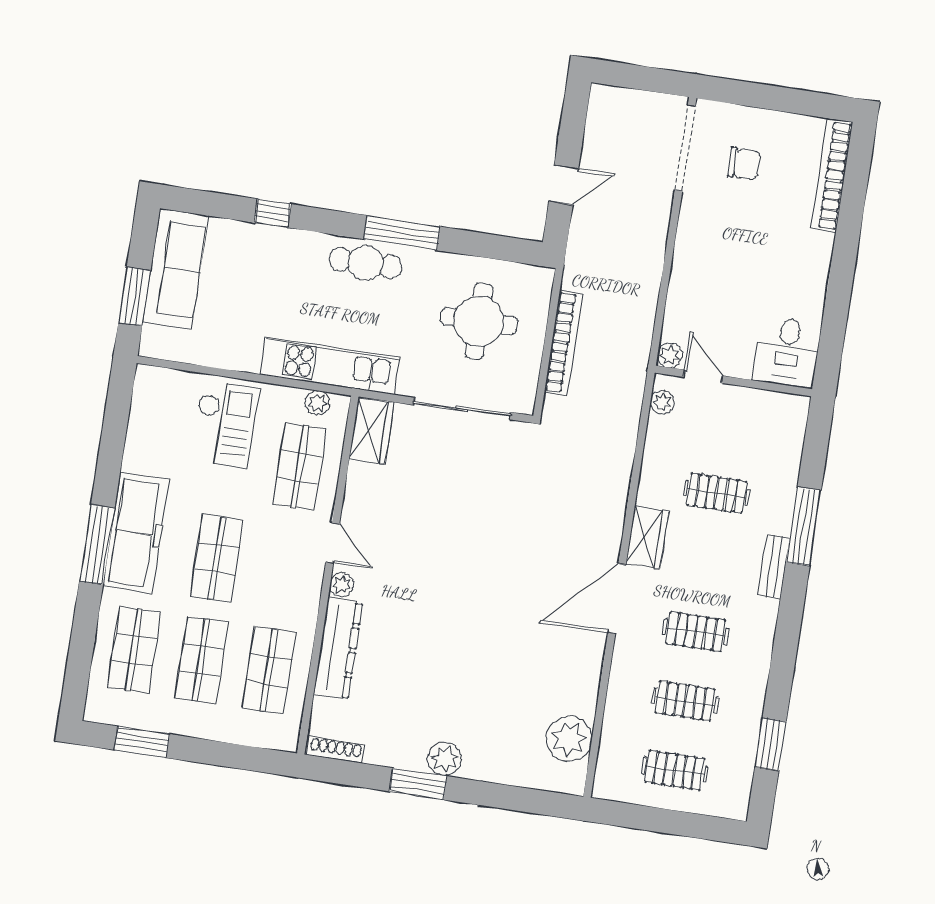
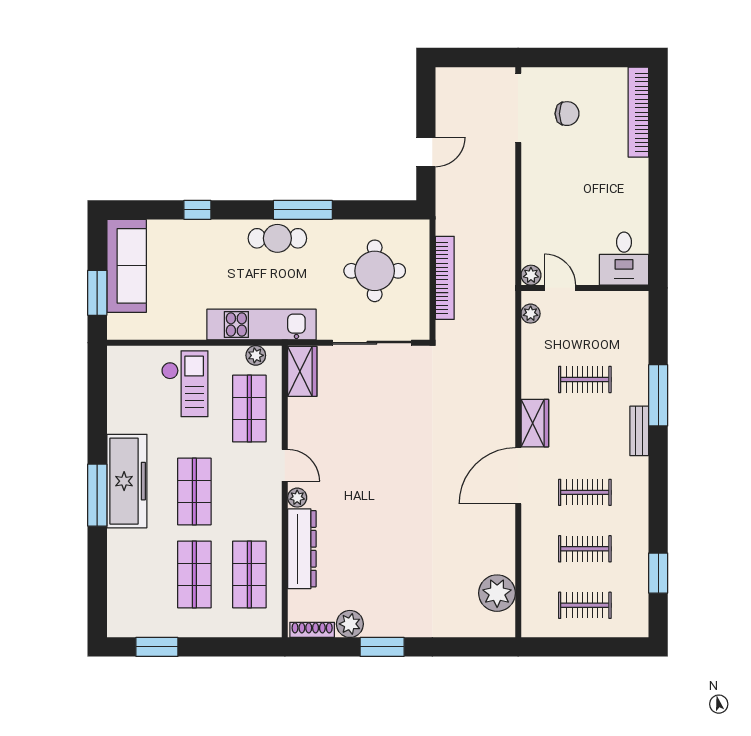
shop shelf: (134, 650) -> (139, 574), removed
plant: (445, 759) -> (350, 624), moved

